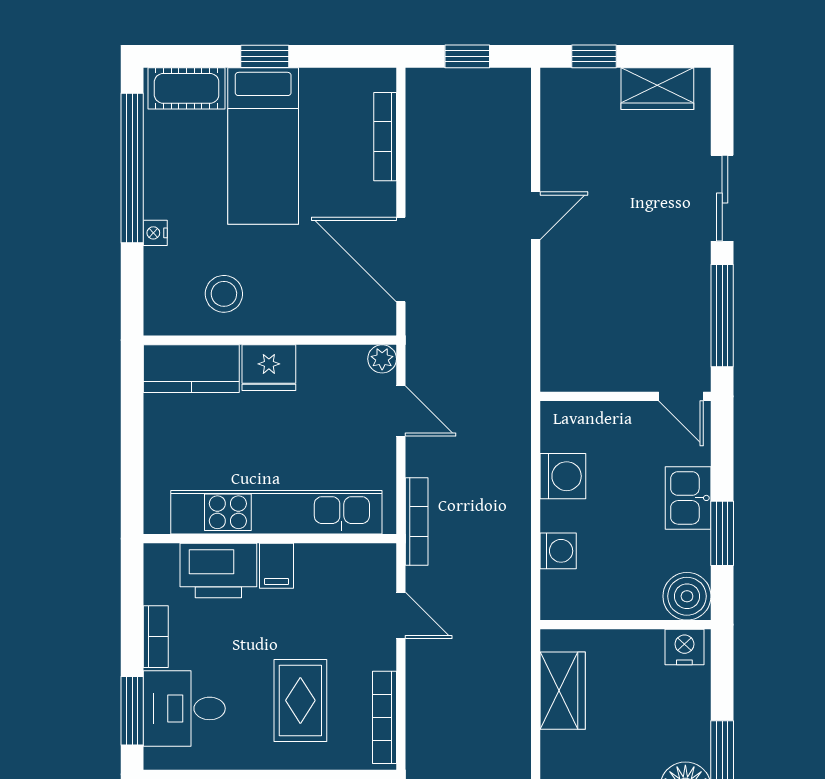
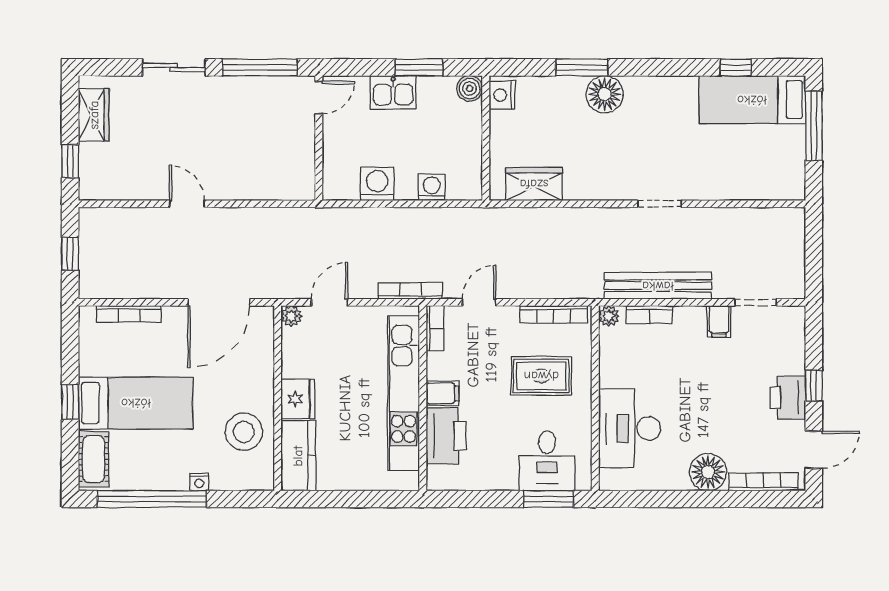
stool: (224, 294) -> (244, 432), width x1.38, depth x1.38
boiler: (687, 596) -> (470, 89), width x0.73, depth x0.73
bookcase: (156, 637) -> (435, 328), moved, turned 90

